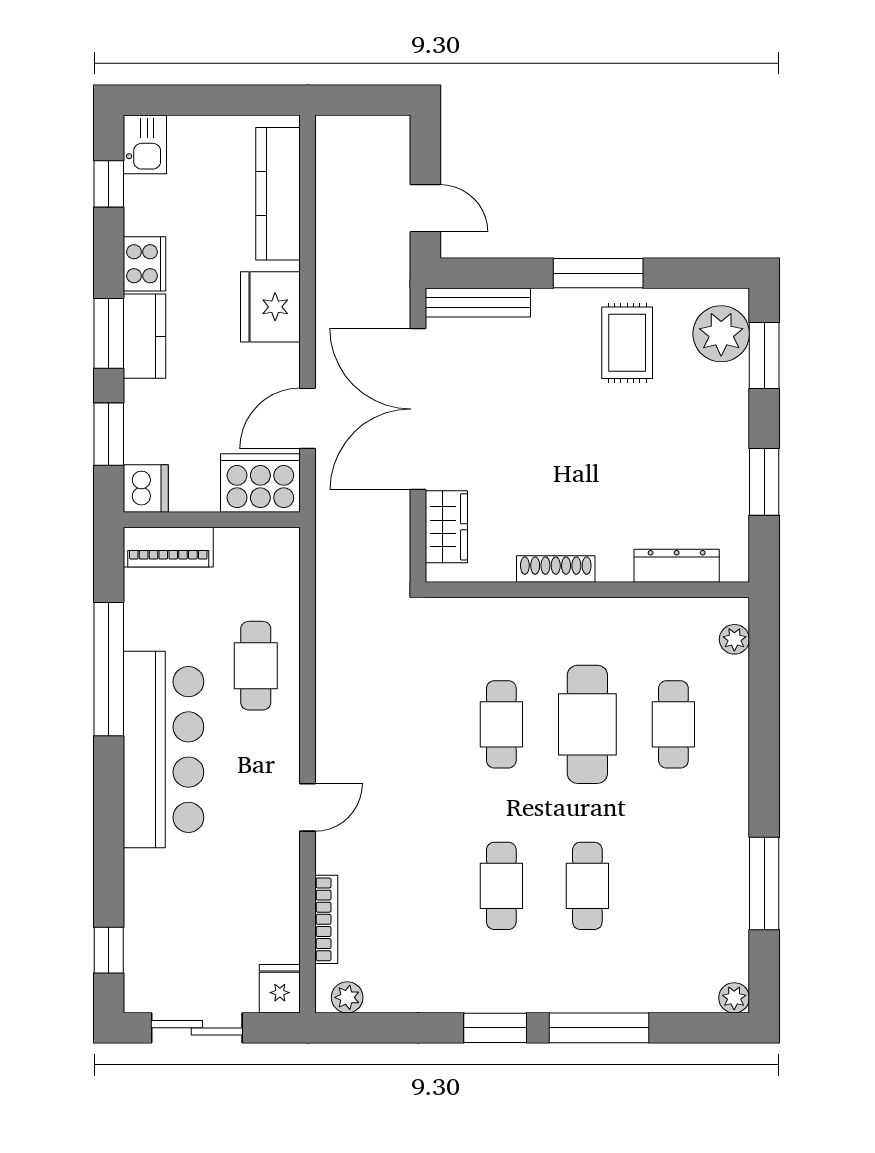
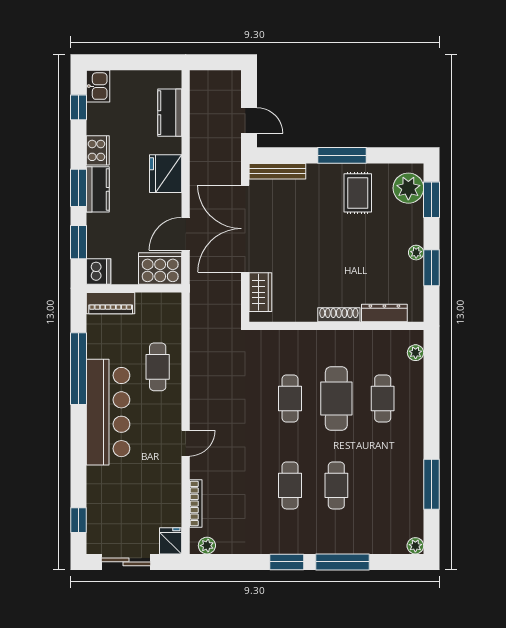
kitchen counter: (278, 194) -> (170, 113), width x0.67
plant: (735, 453) -> (416, 253), added
shoe rack: (556, 569) -> (339, 315), moved

